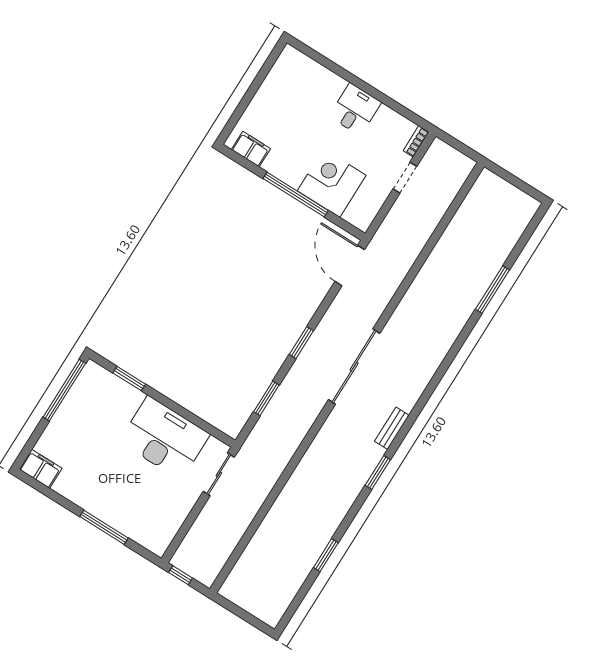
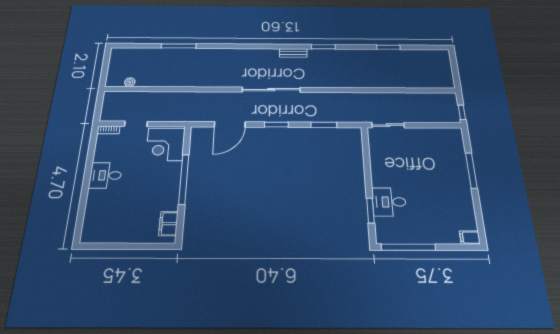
corner desk: (332, 183) -> (165, 144), moved
plant: (472, 200) -> (130, 82), added
door: (350, 266) -> (230, 124), moved
desk: (164, 438) -> (389, 202), moved, width x0.53, depth x0.77
filing cabinet: (41, 469) -> (470, 238), width x0.50

